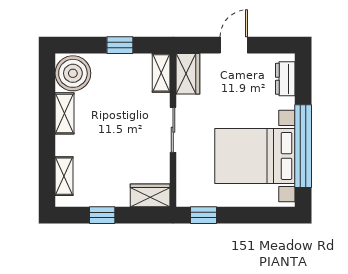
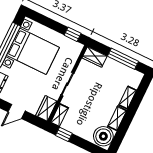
window: (120, 45) -> (64, 134), moved
shelving: (64, 176) -> (128, 98), moved
window: (102, 215) -> (123, 59), width x2.17

